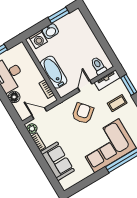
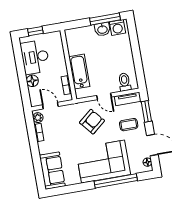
window: (59, 15) -> (105, 19), width x1.44
washbasin: (50, 31) -> (102, 29), moved
washing machine: (38, 40) -> (118, 28), moved
door: (85, 86) -> (104, 96), swing flipped
sofa: (57, 161) -> (52, 171), moved

